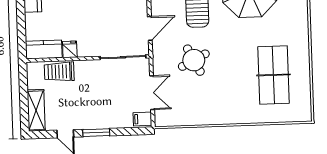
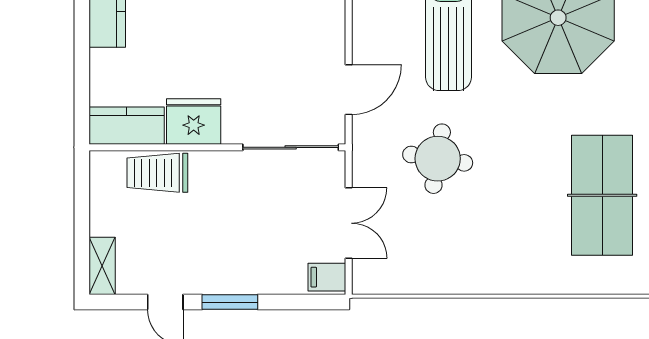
fridge: (70, 49) -> (194, 121), width x1.88, depth x1.34
round table: (194, 60) -> (438, 159), turned 36
shelving: (36, 110) -> (102, 266), width x0.67, depth x0.75

